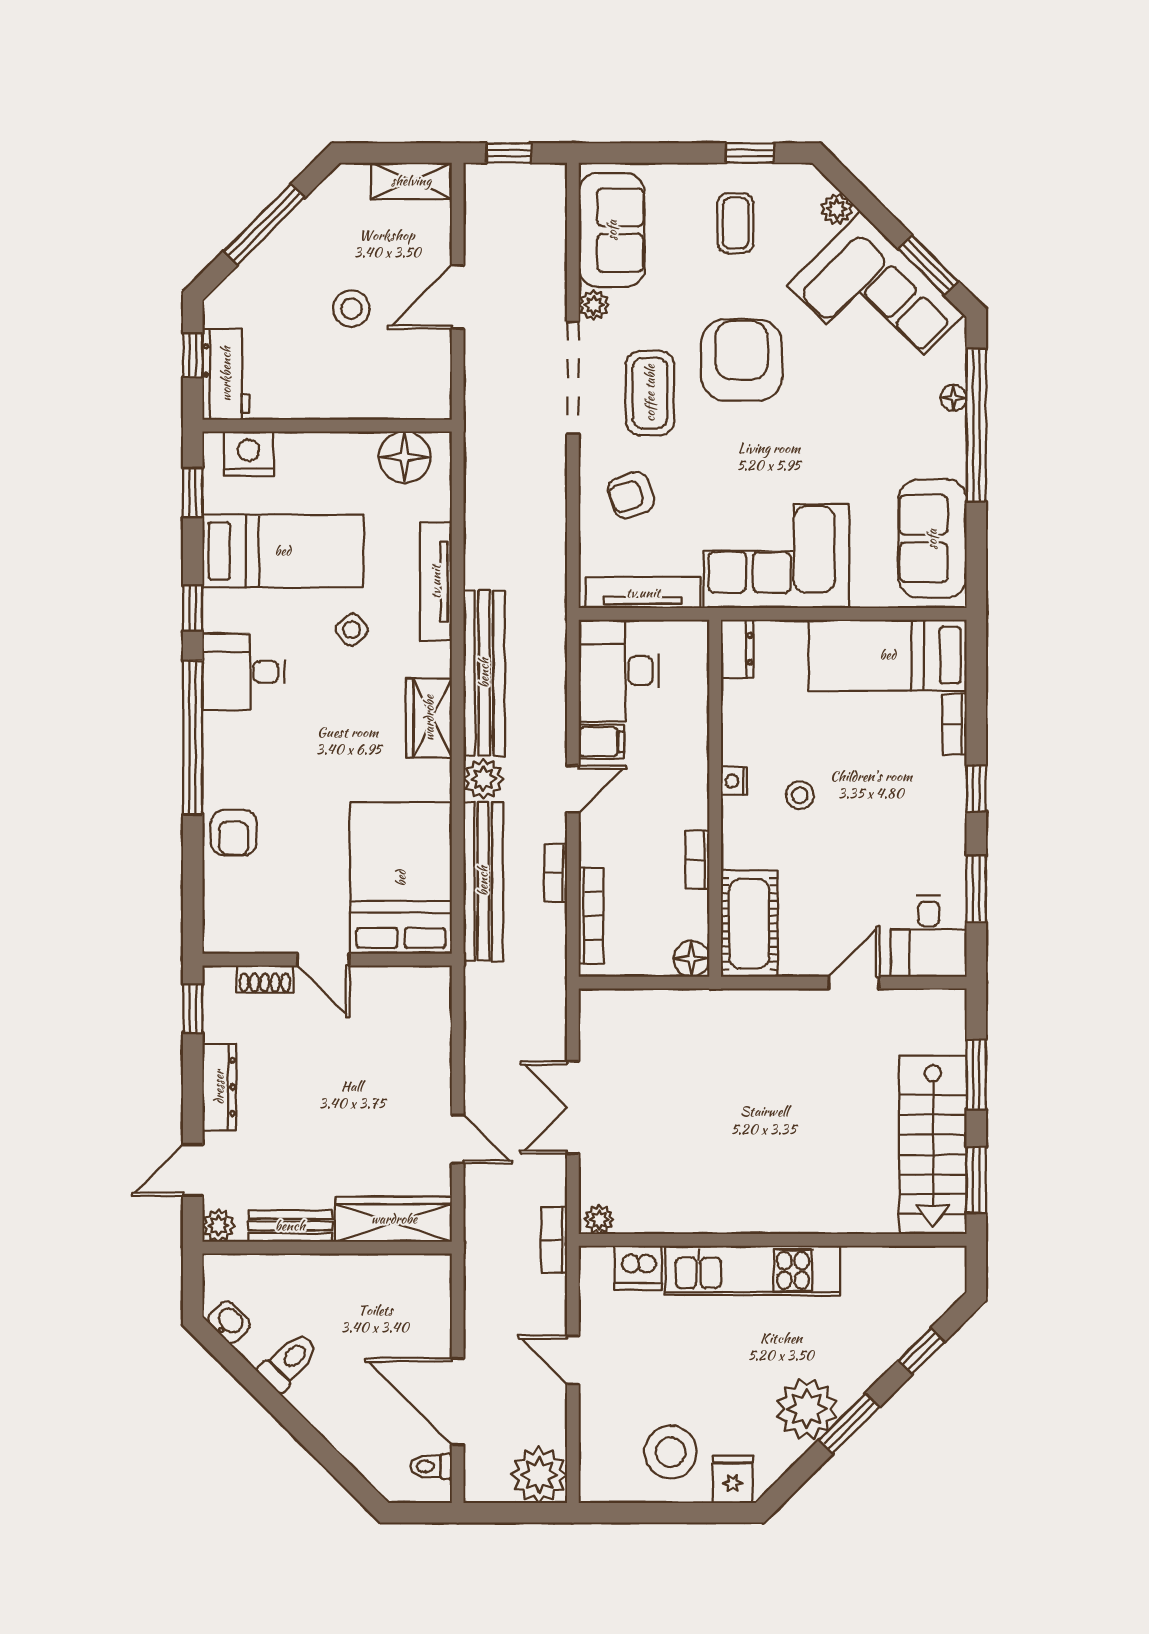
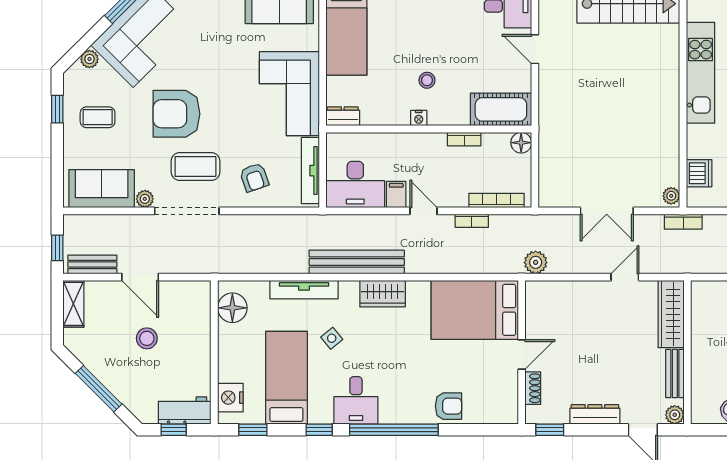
plant: (483, 779) -> (536, 262), moved
bench: (483, 881) -> (92, 264), moved, width x0.54, depth x0.82
kitchen unit: (753, 1270) -> (701, 73), moved

